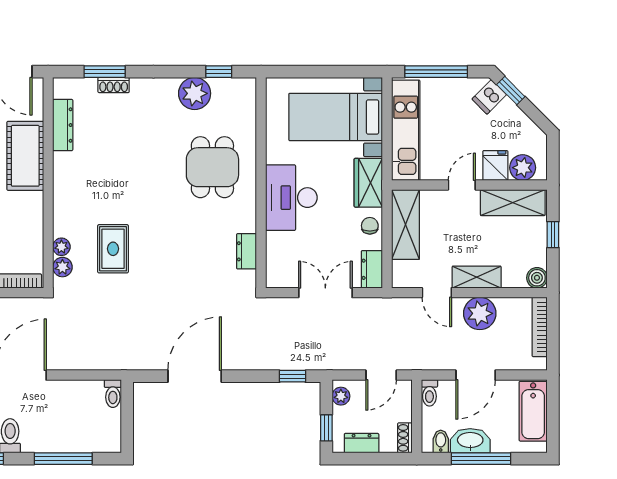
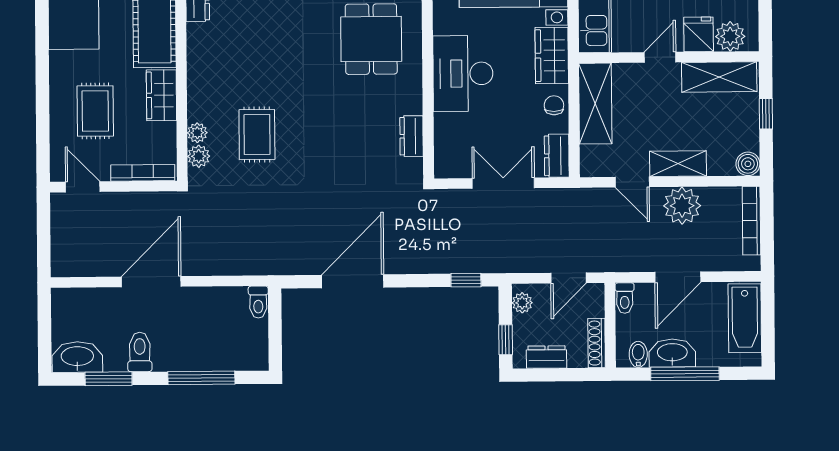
wardrobe: (31, 214) -> (161, 95), added
shoe rack: (405, 438) -> (597, 343), width x1.43

